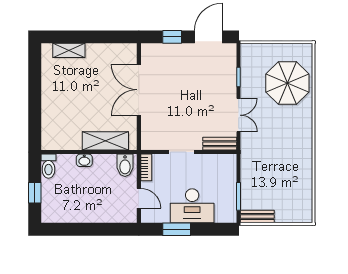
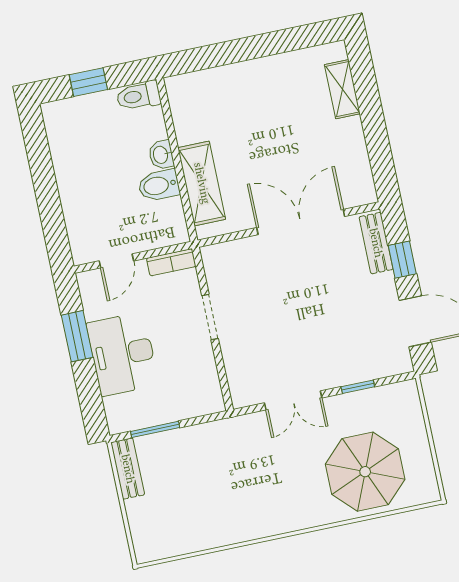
bench: (220, 144) -> (376, 243), moved
bidet: (125, 165) -> (159, 185), moved

